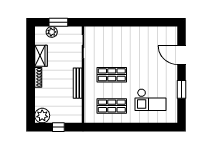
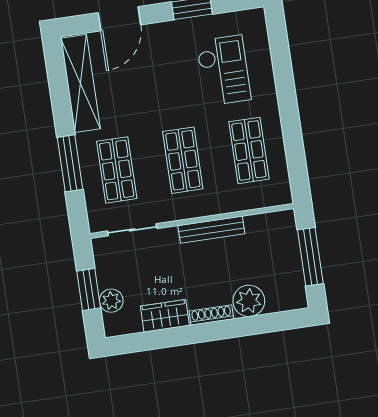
window: (118, 22) -> (70, 163), added
shelving: (154, 33) -> (80, 83), added
shop shelf: (112, 43) -> (117, 170), added
plant: (42, 116) -> (249, 301), moved
window: (58, 127) -> (310, 257), width x2.17

